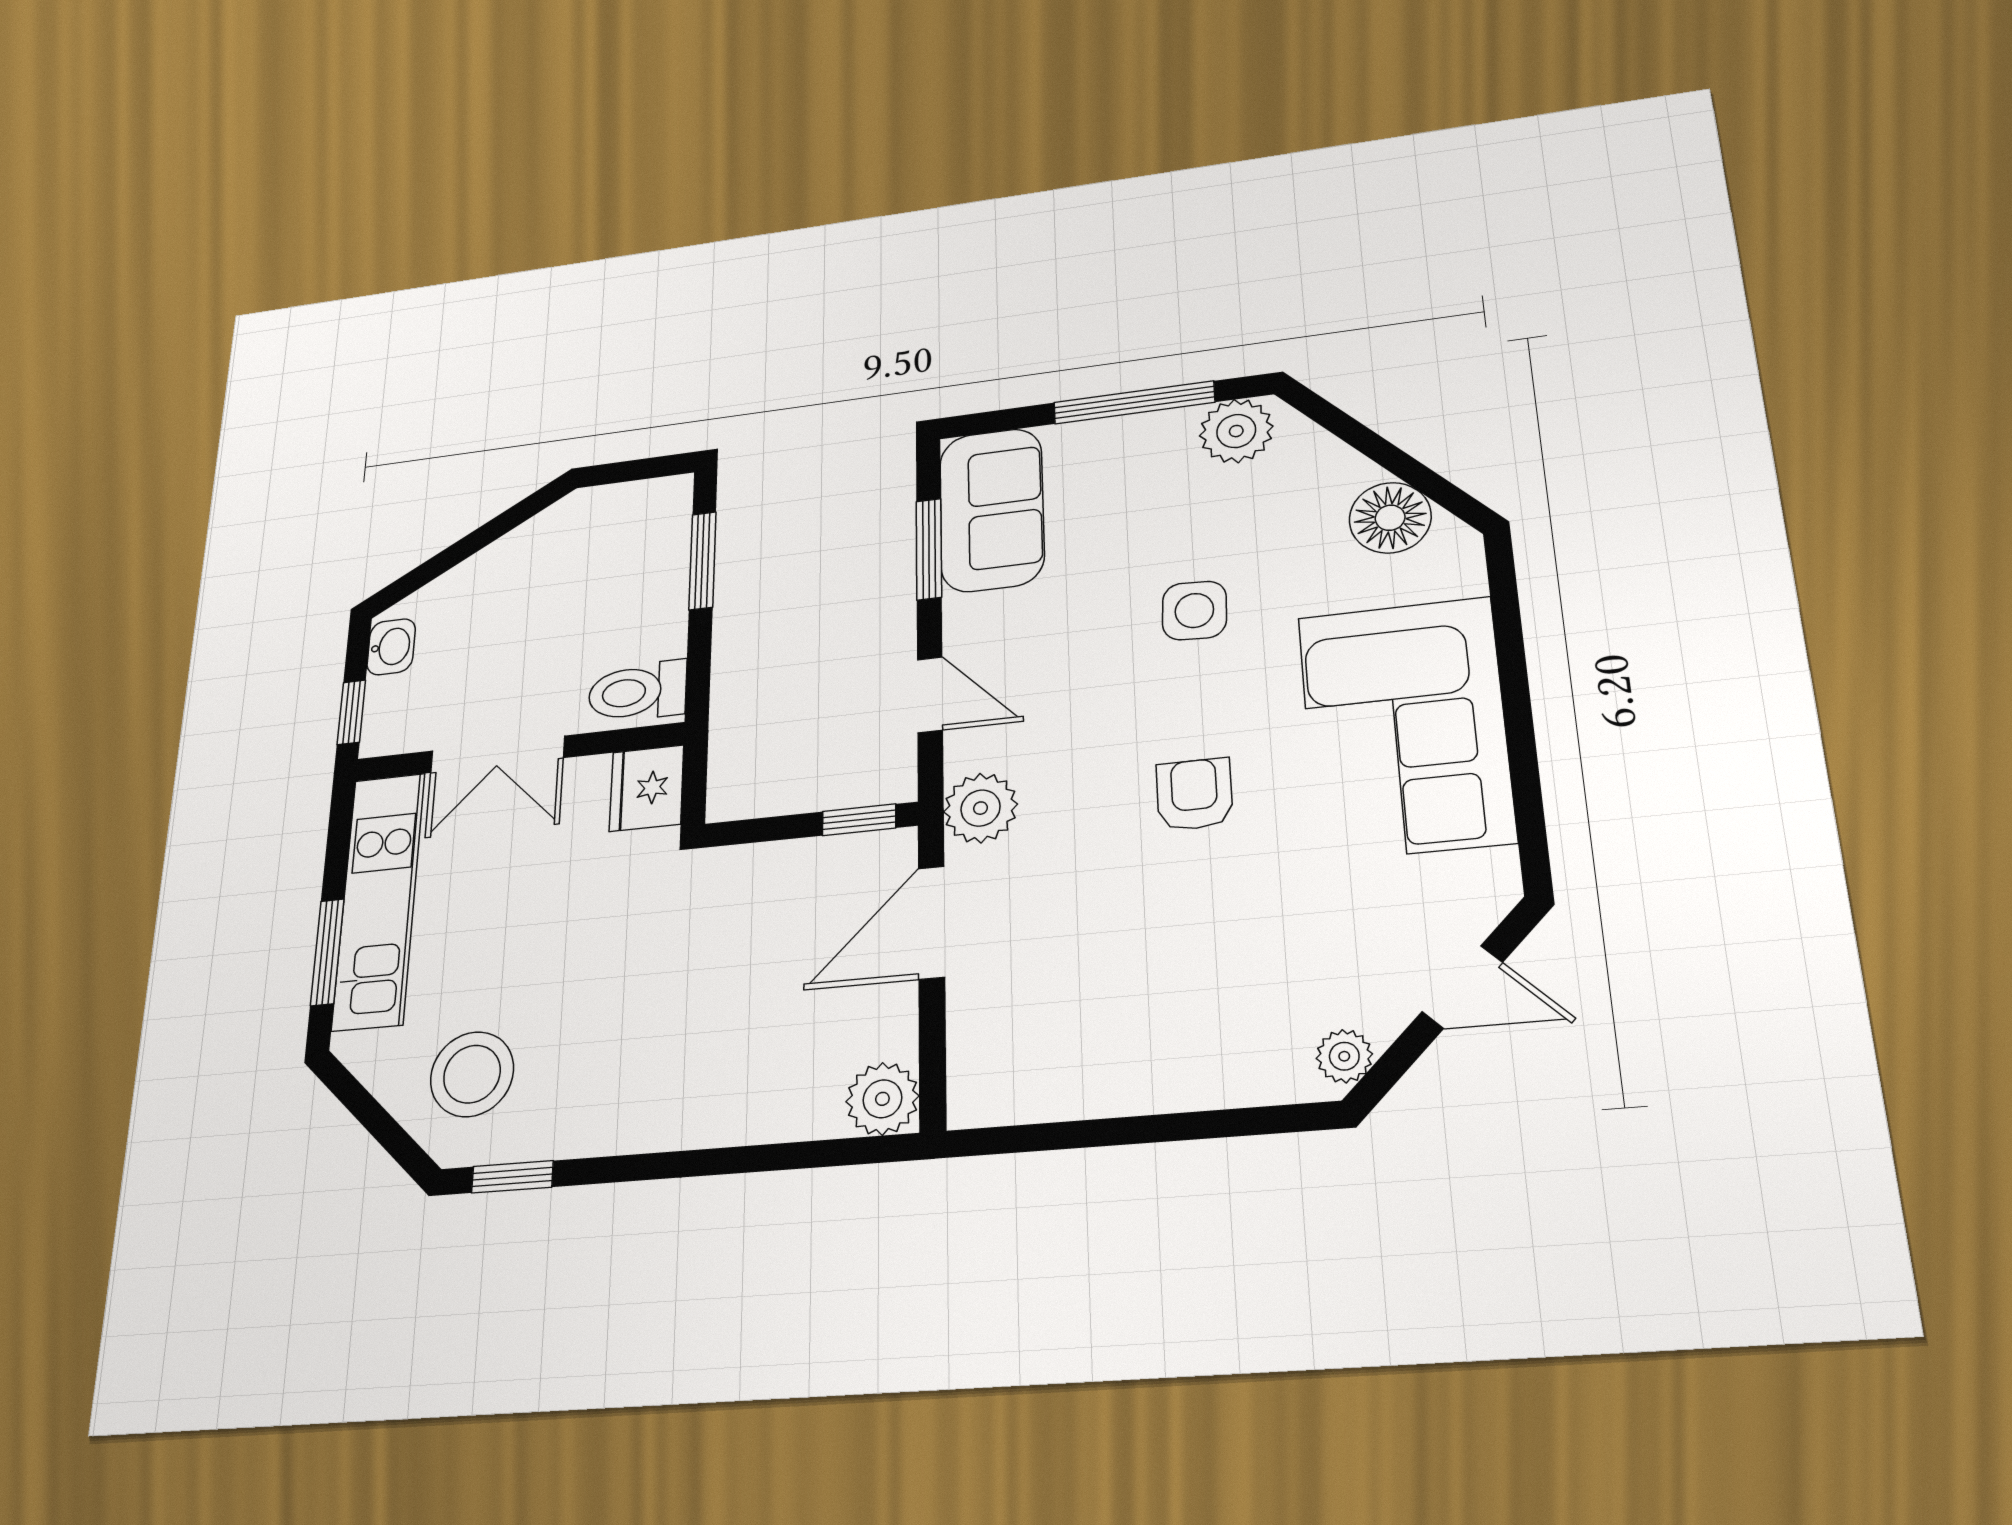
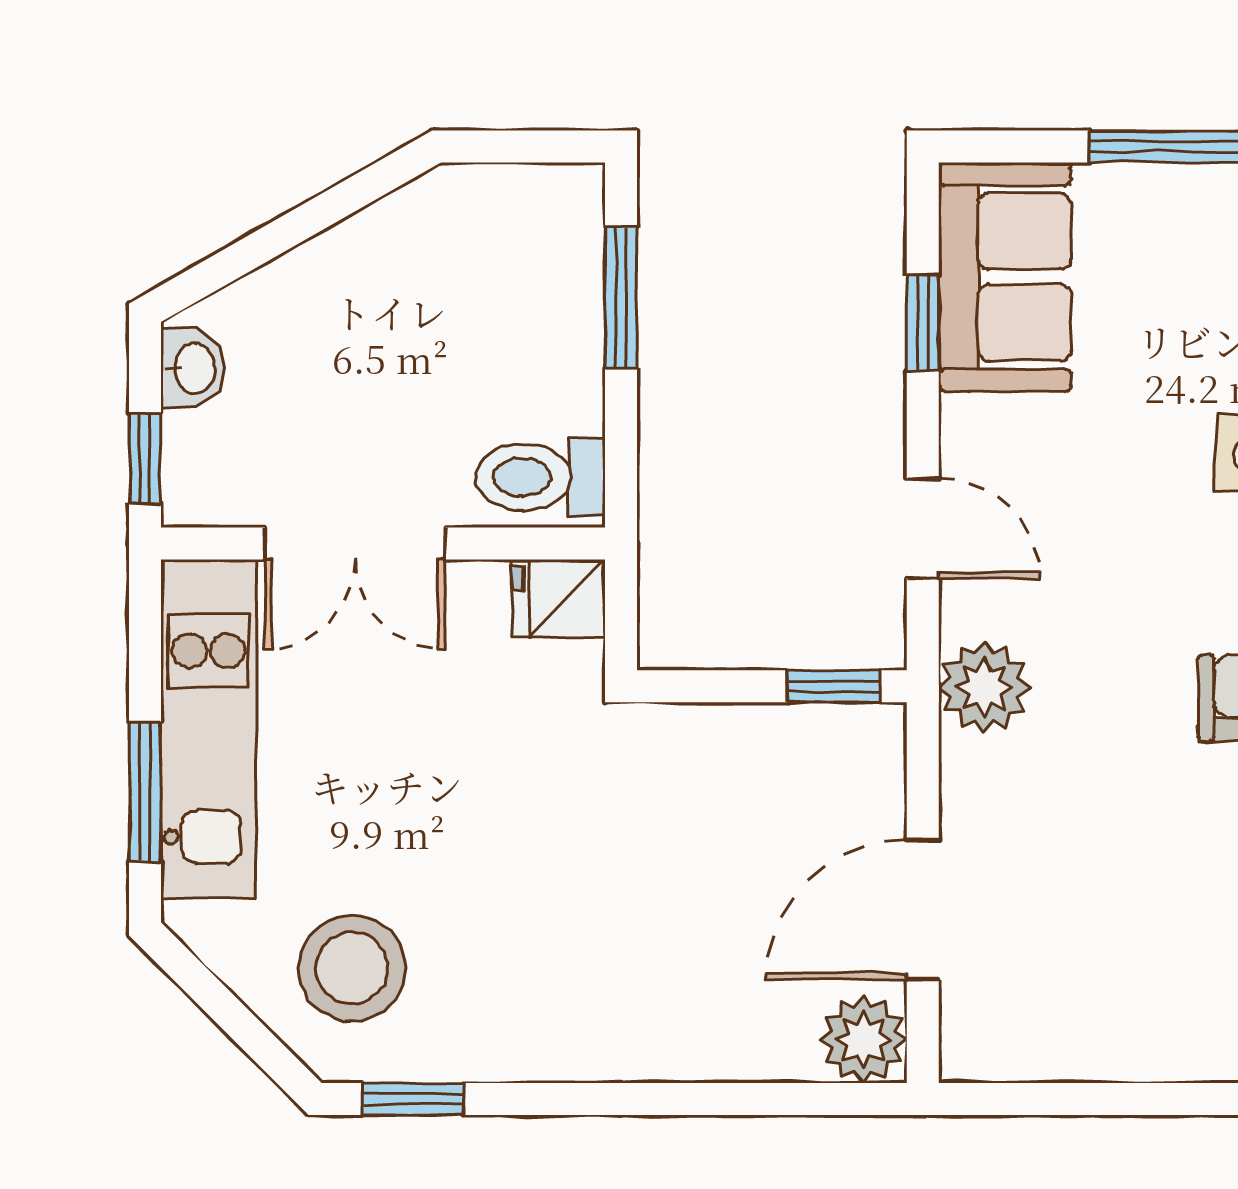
window: (929, 549) -> (923, 323), width x0.67
fridge: (647, 788) -> (559, 598), width x0.72
door: (931, 923) -> (923, 910), moved

